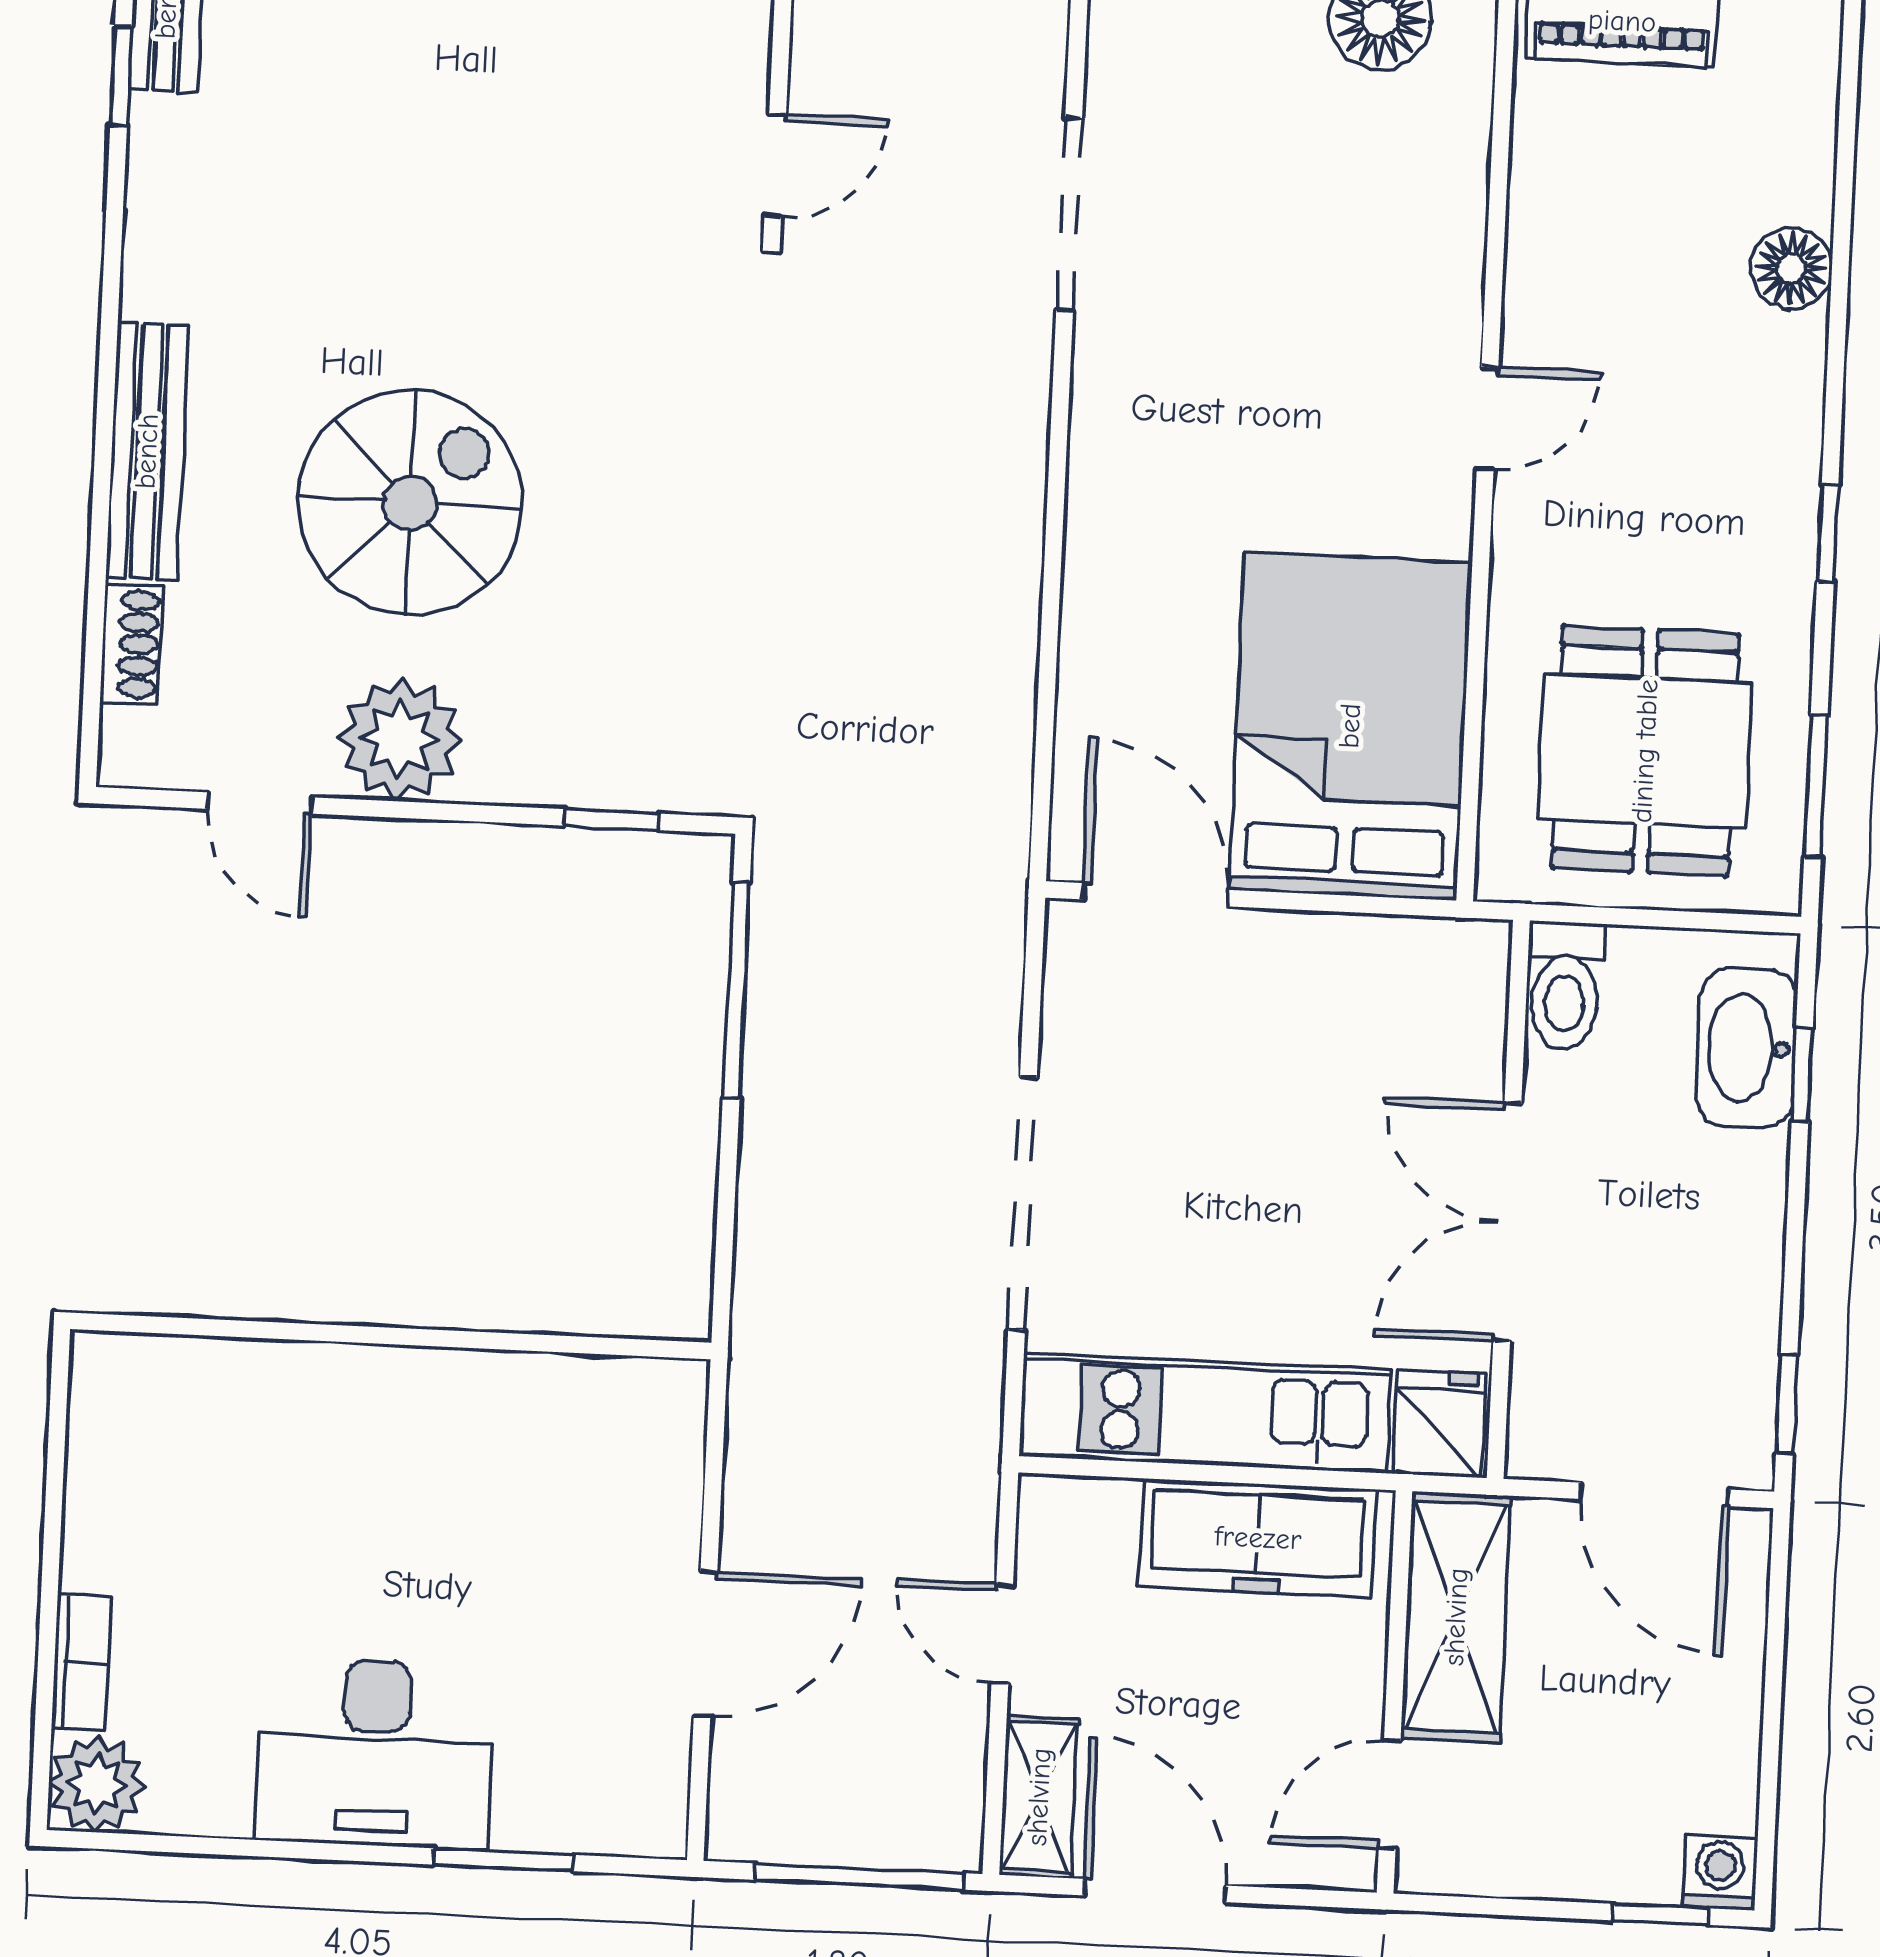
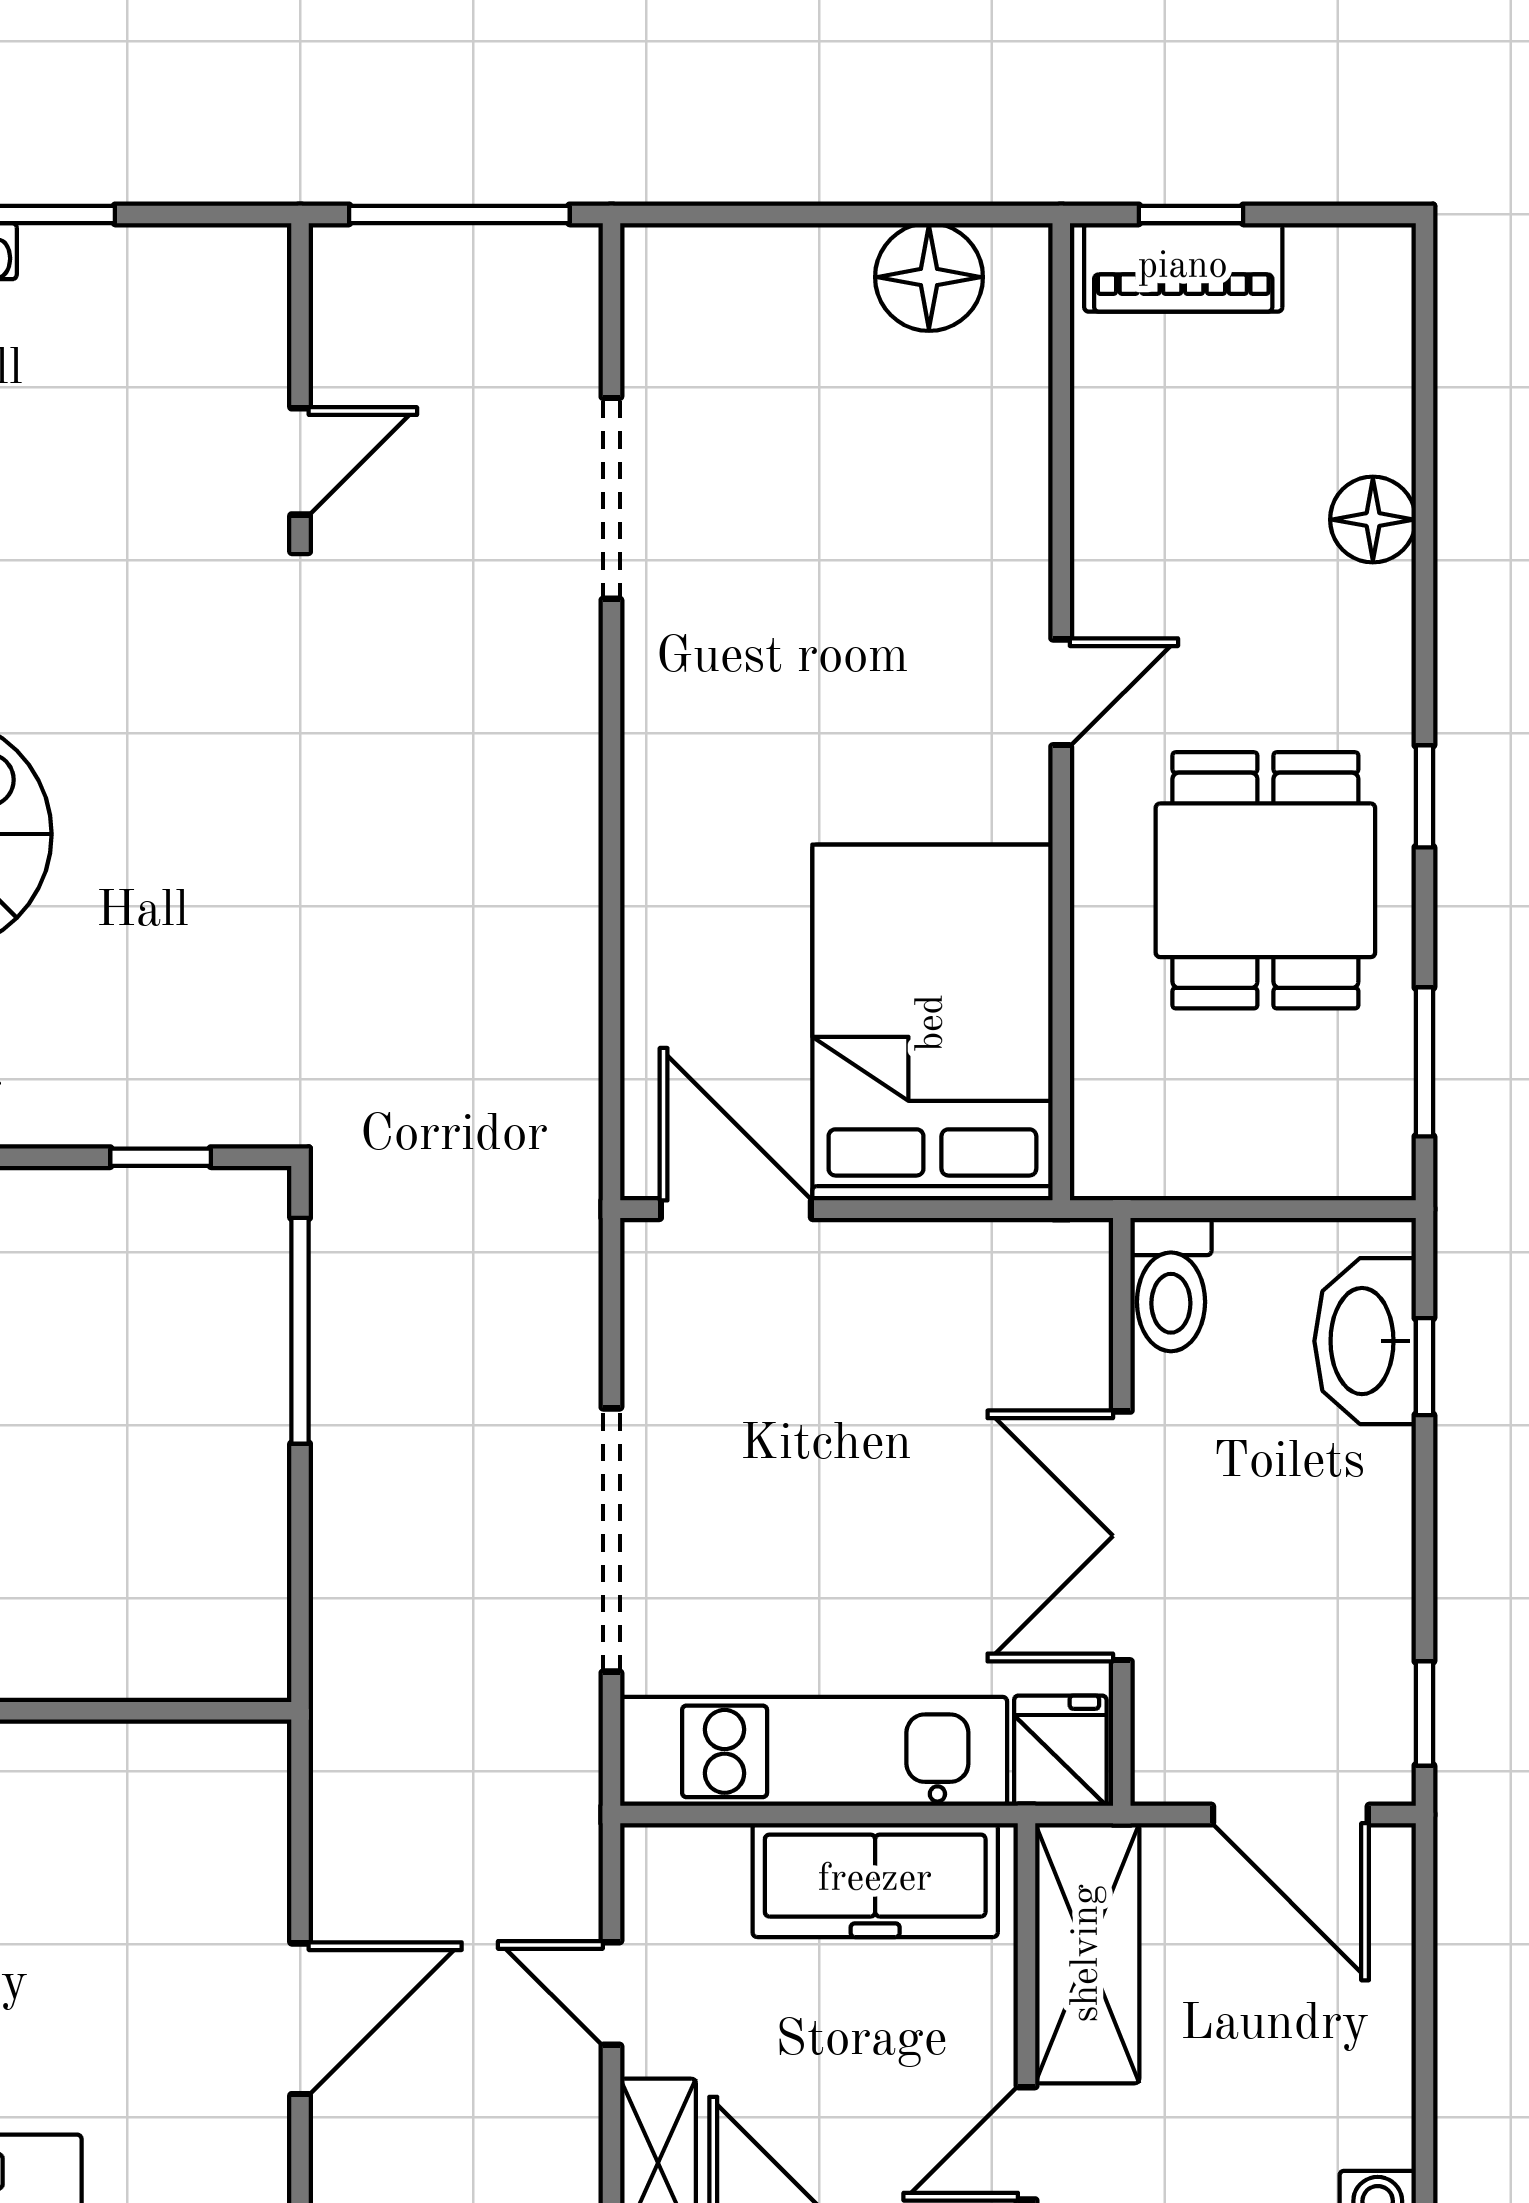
dining table: (1645, 751) -> (1265, 880), moved

